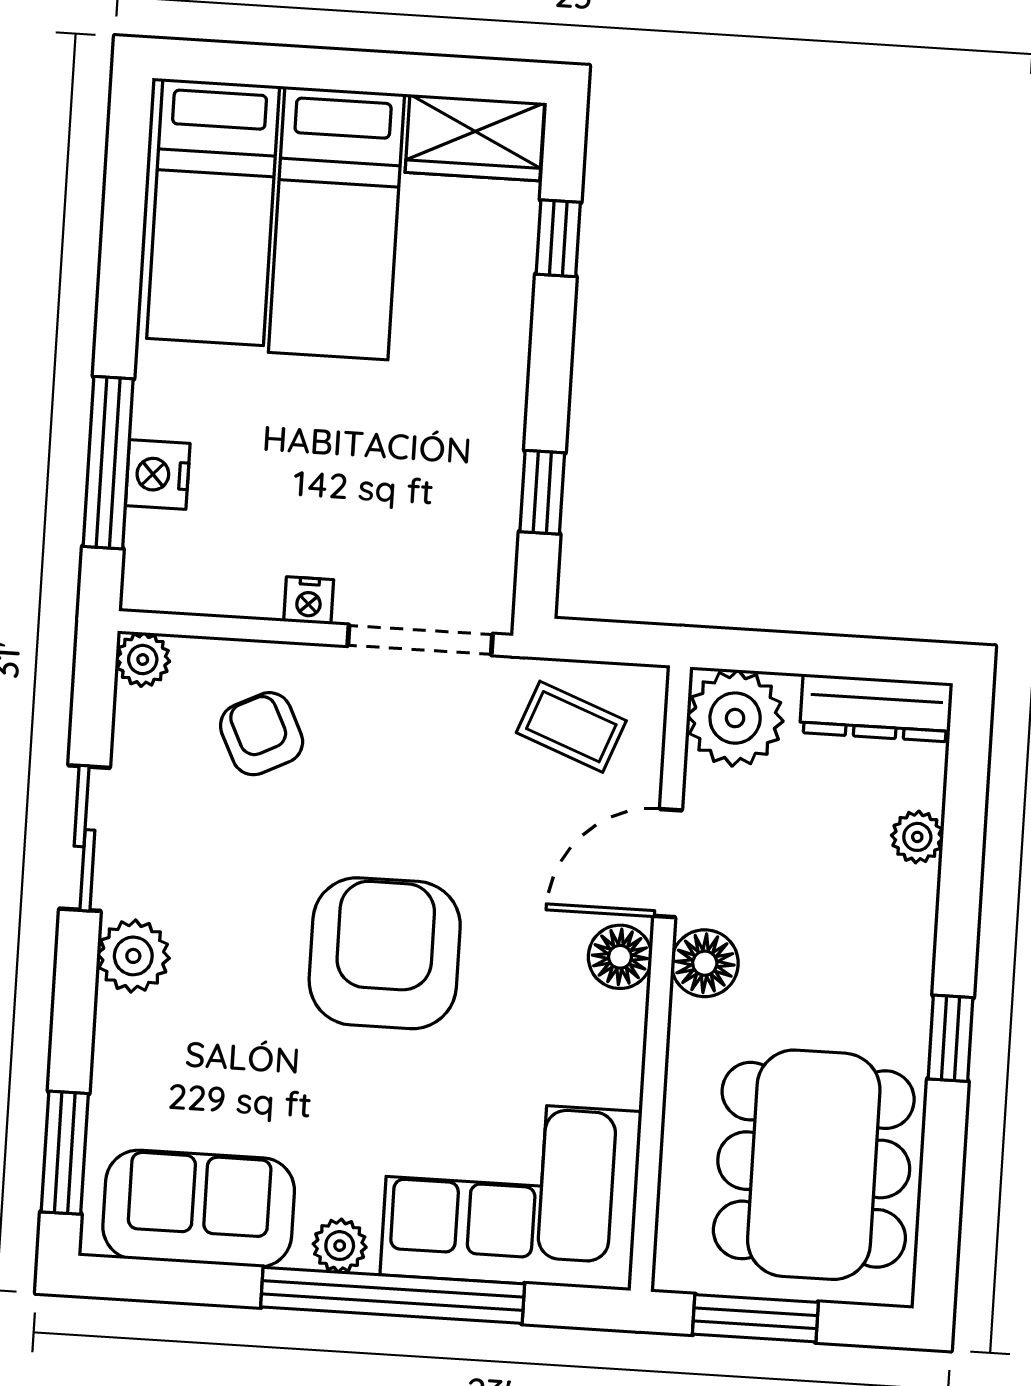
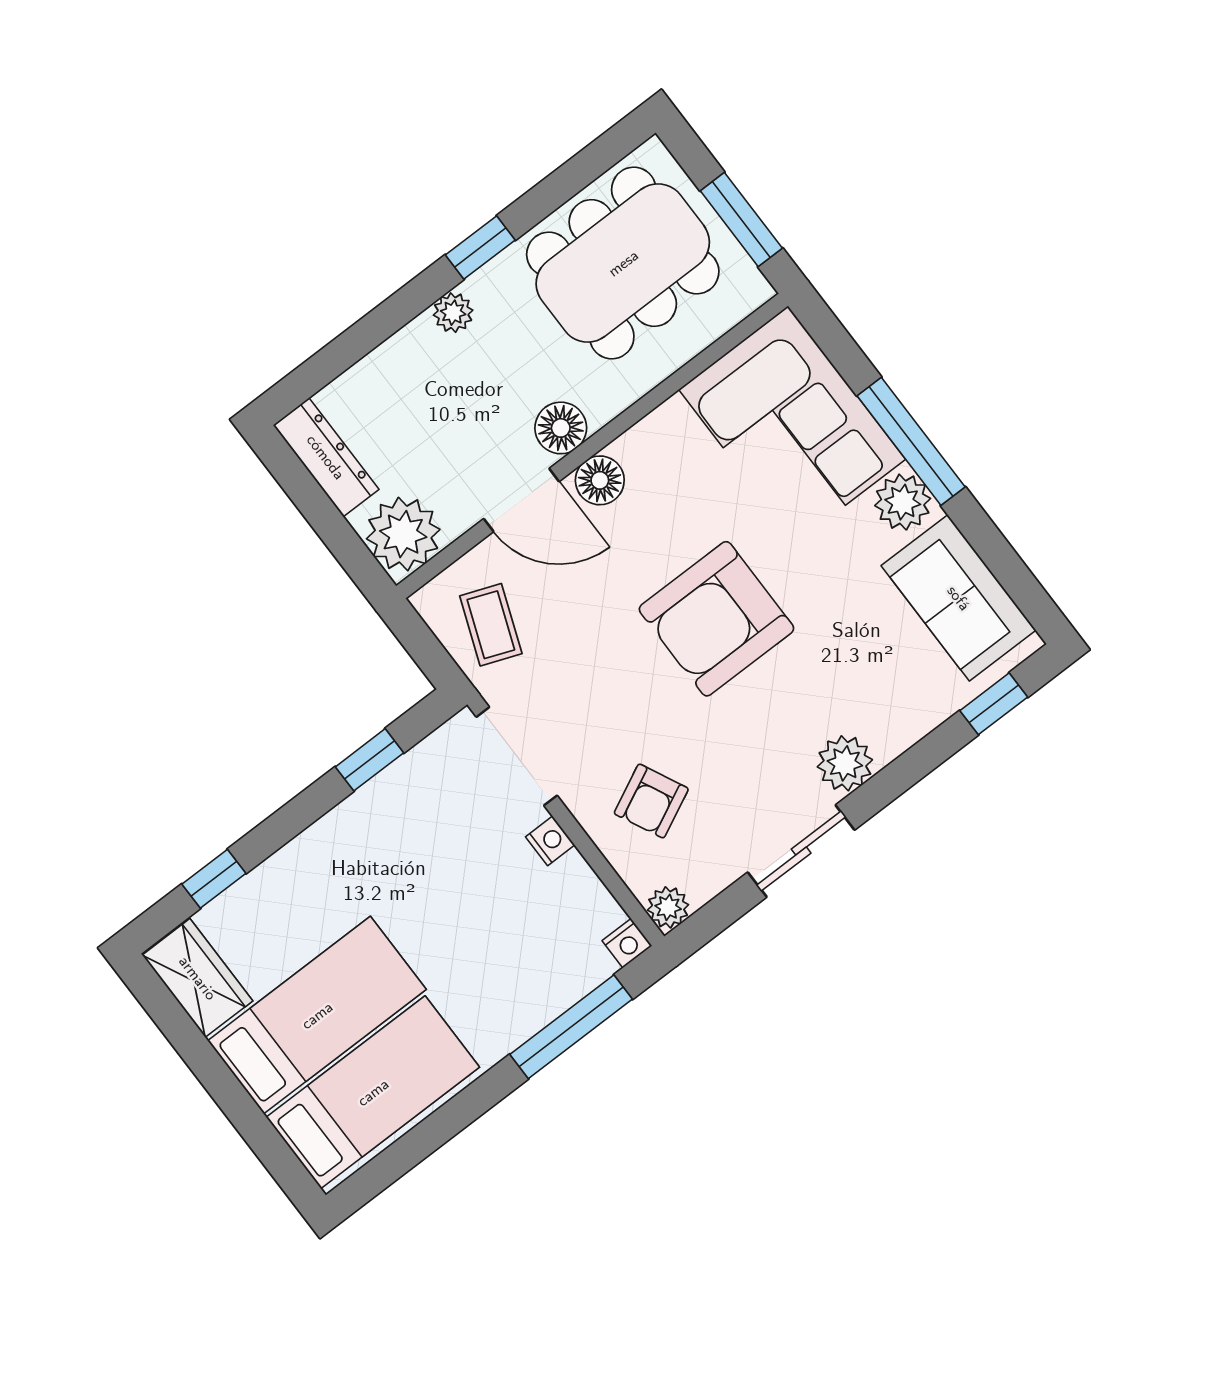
nightstand: (158, 474) -> (627, 943), moved, width x0.72, depth x0.74
plant: (917, 837) -> (453, 313), moved
window: (65, 1153) -> (994, 704), width x0.67
plant: (340, 1246) -> (903, 502), width x1.38, depth x1.38
window: (393, 1295) -> (911, 441), width x0.68

